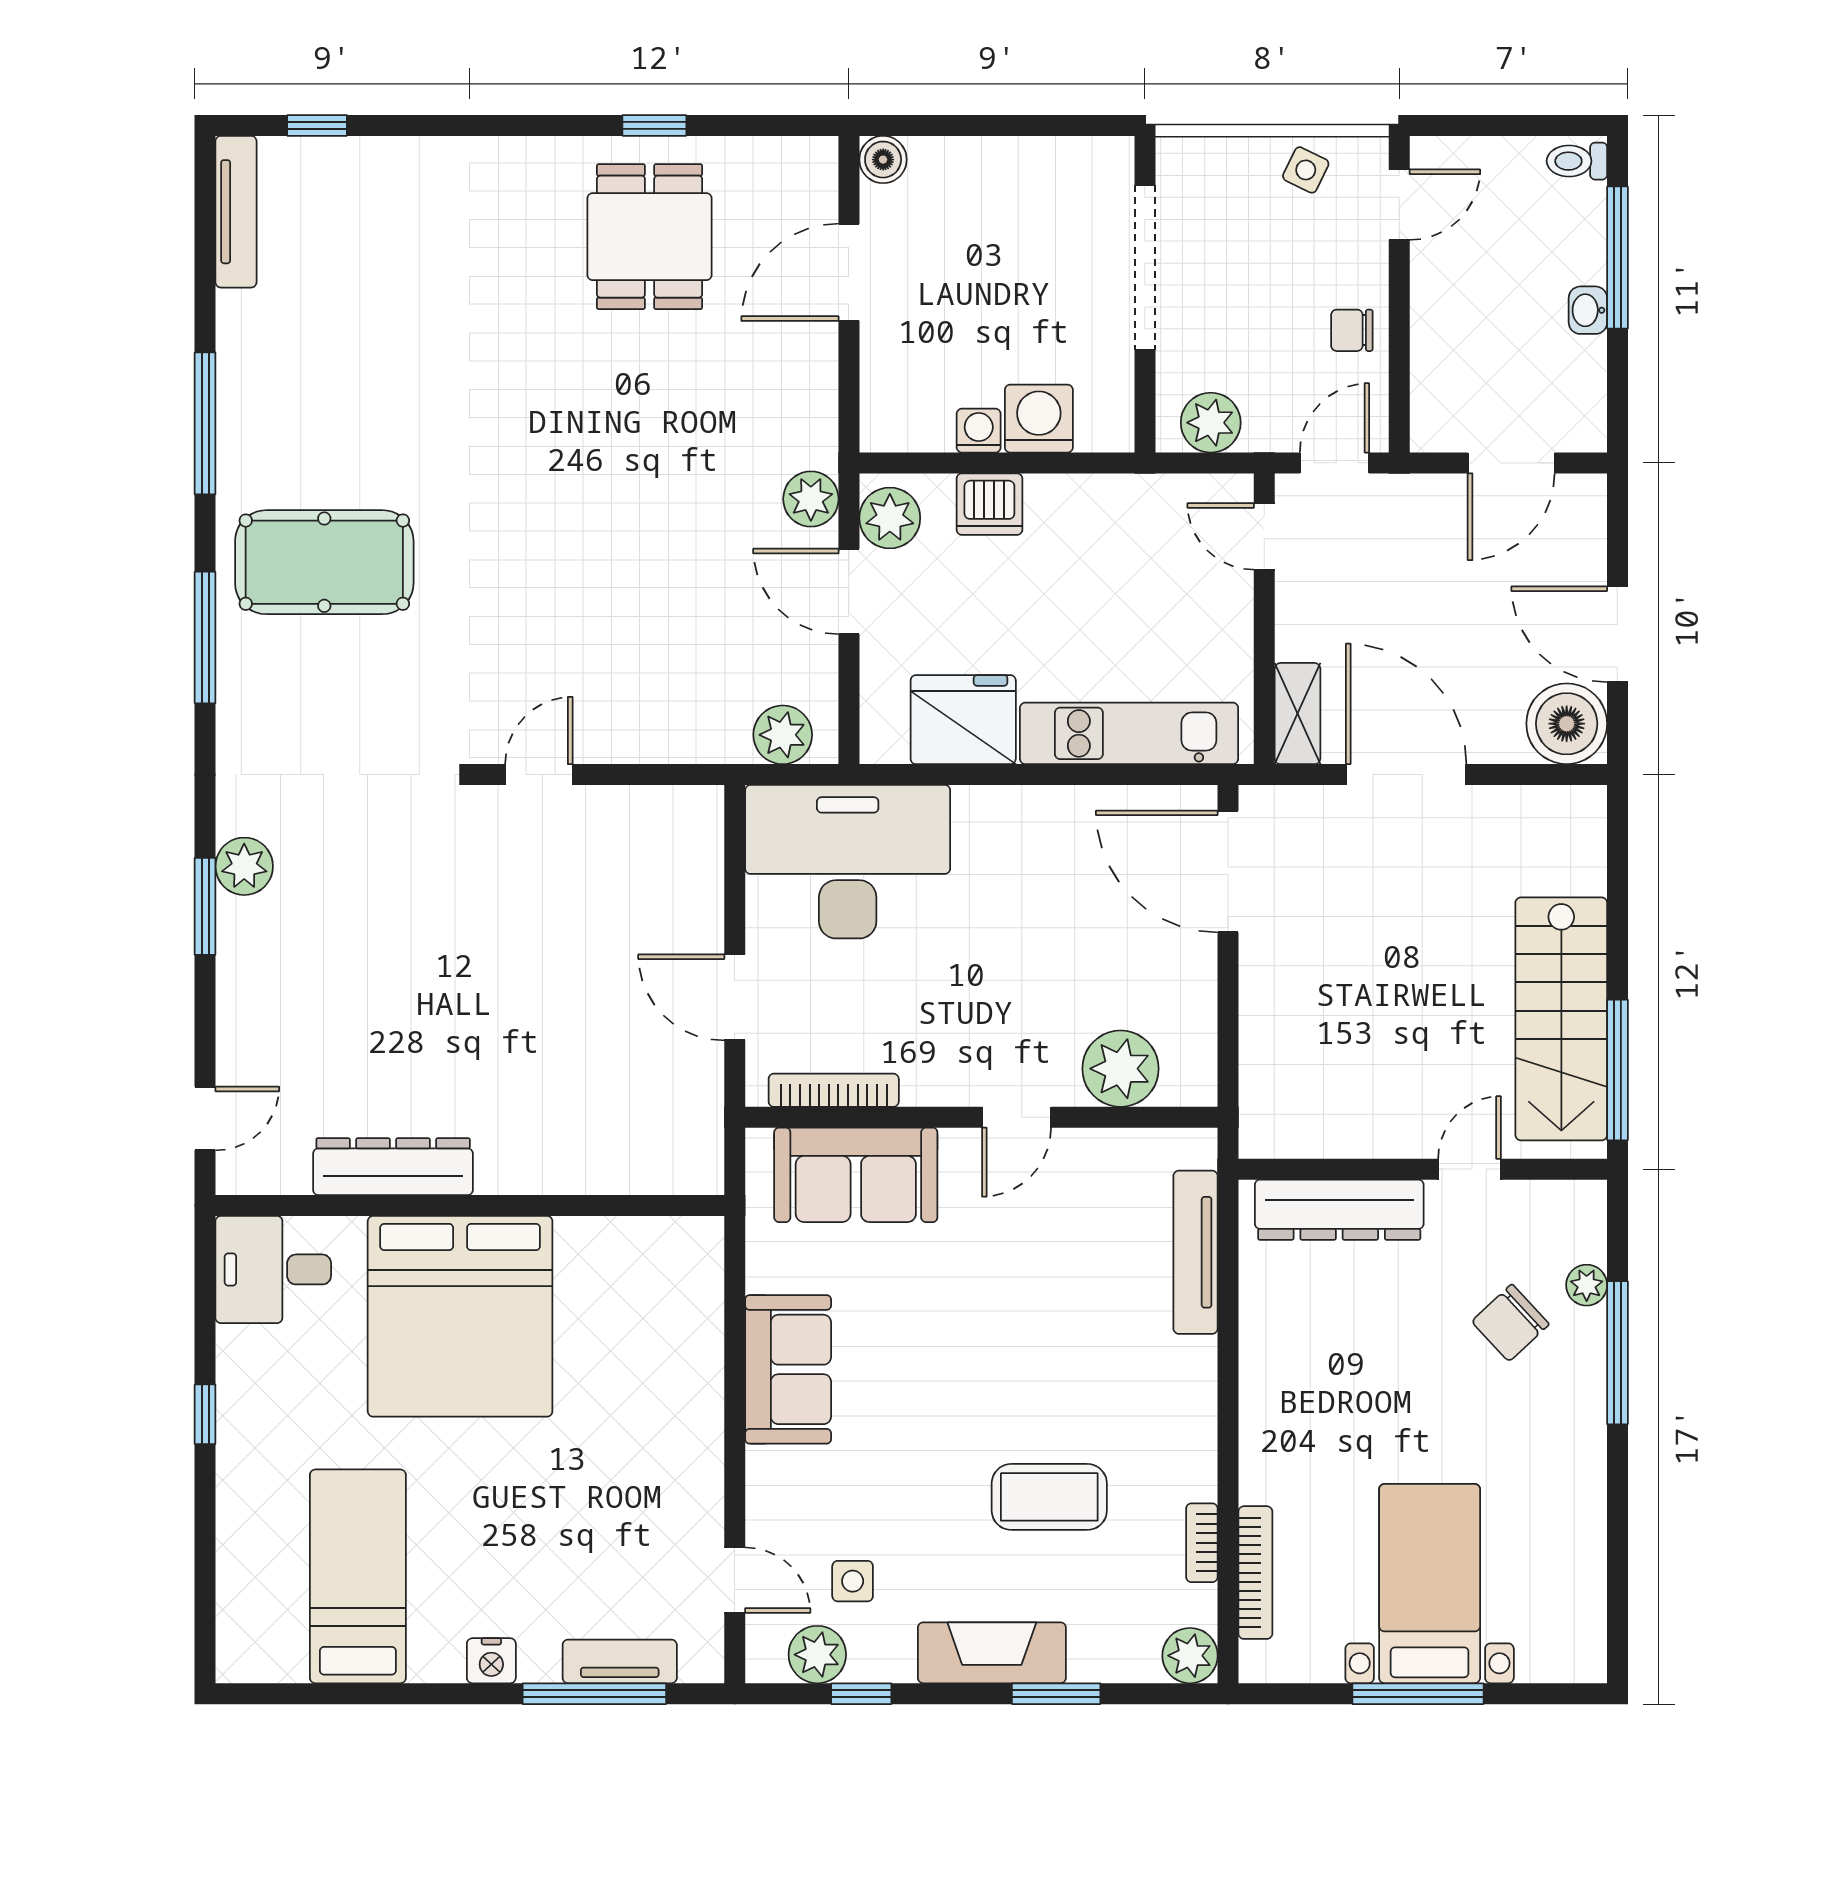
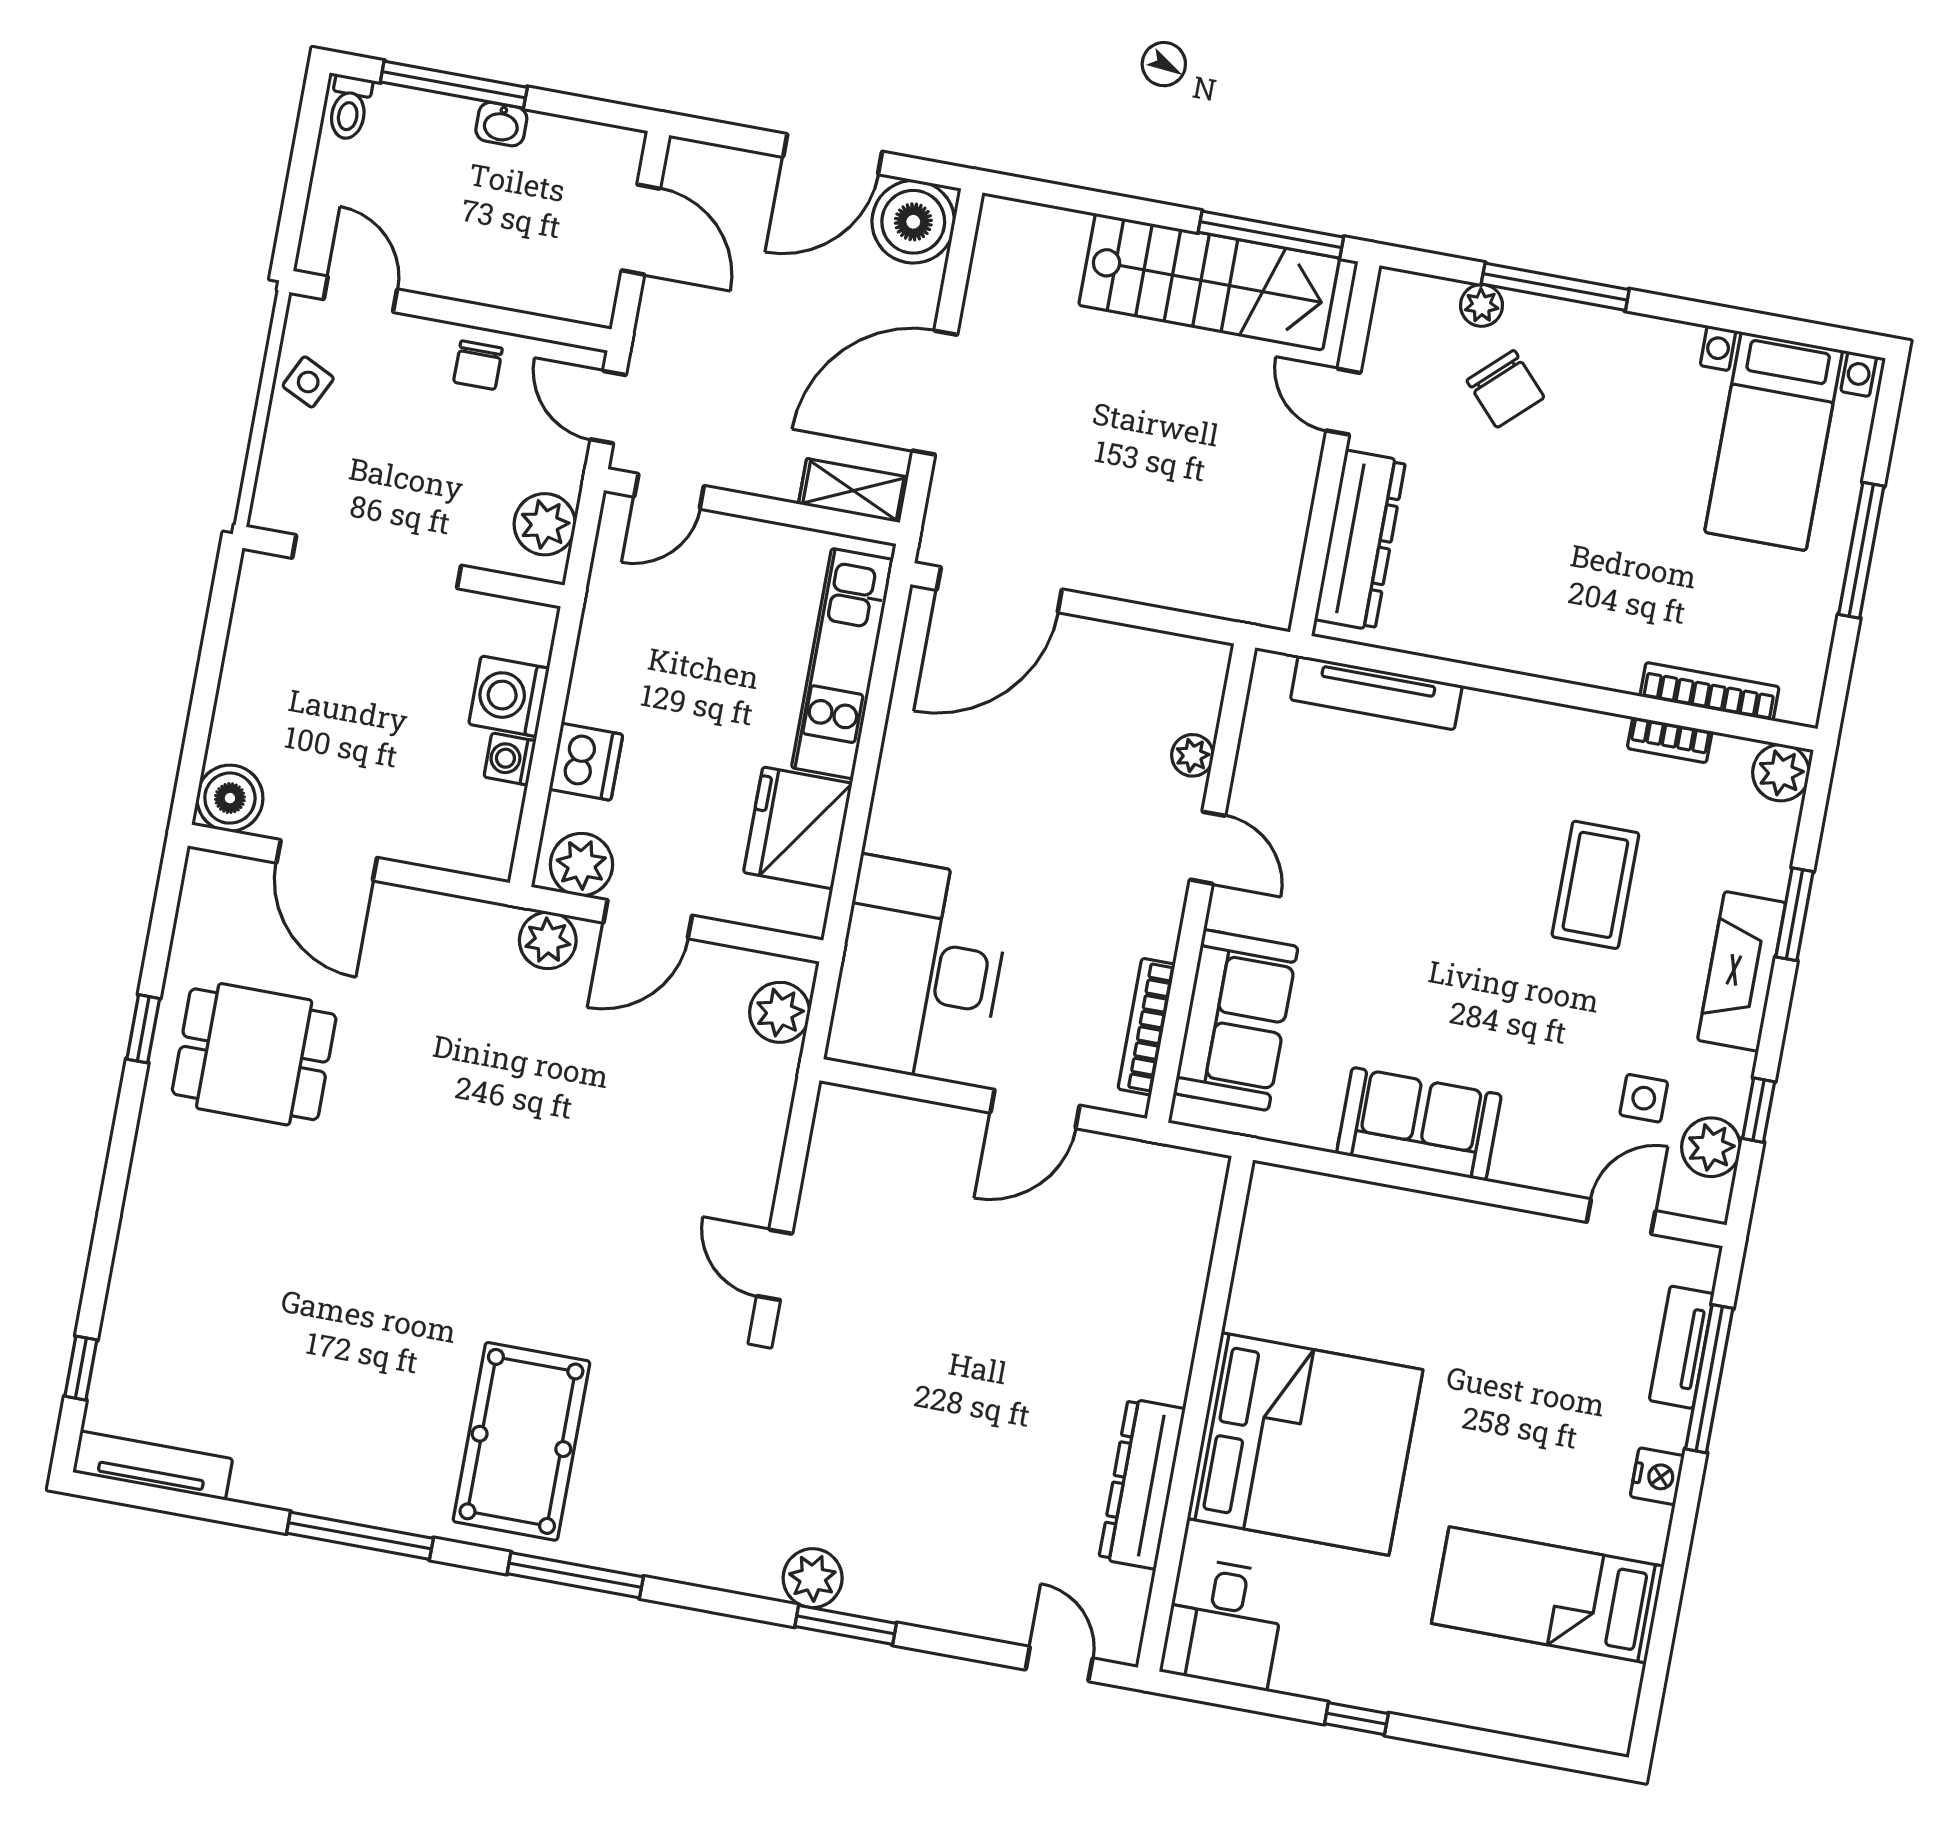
boiler: (883, 160) -> (230, 798), width x1.36, depth x1.36
plant: (1121, 1069) -> (1192, 755), width x0.53, depth x0.53
bed with nightstands: (1430, 1584) -> (1774, 441), moved, turned -90

